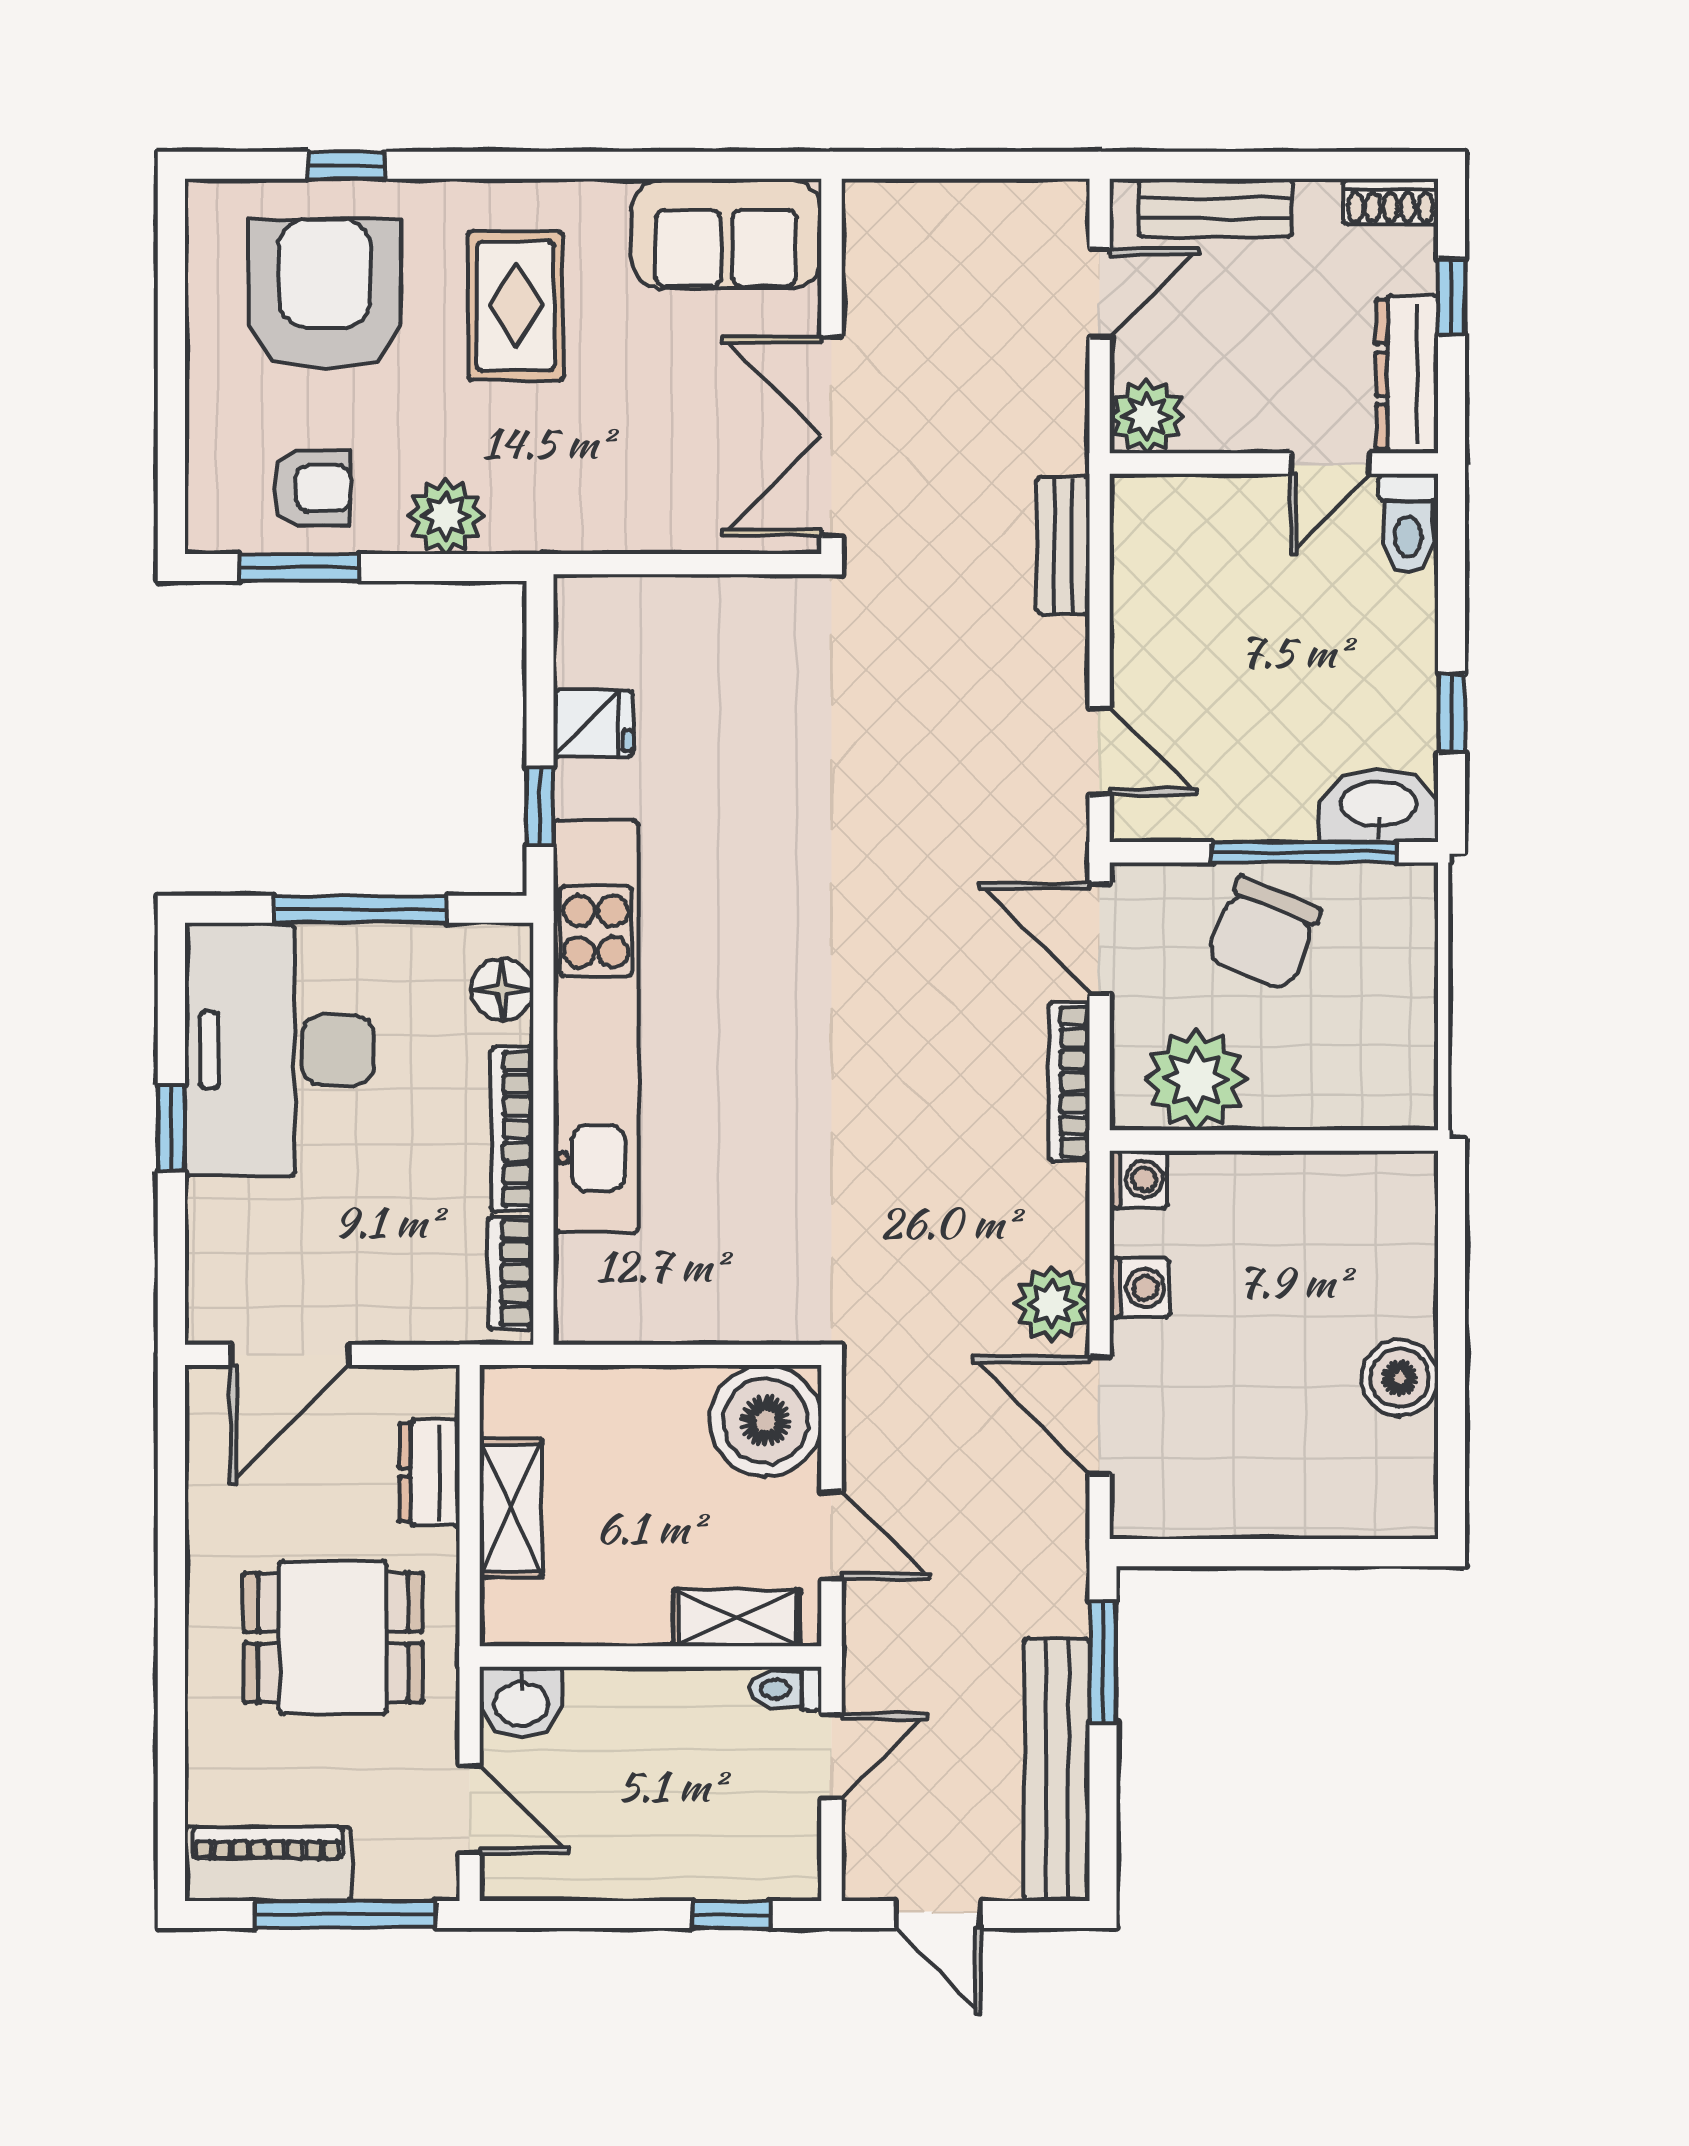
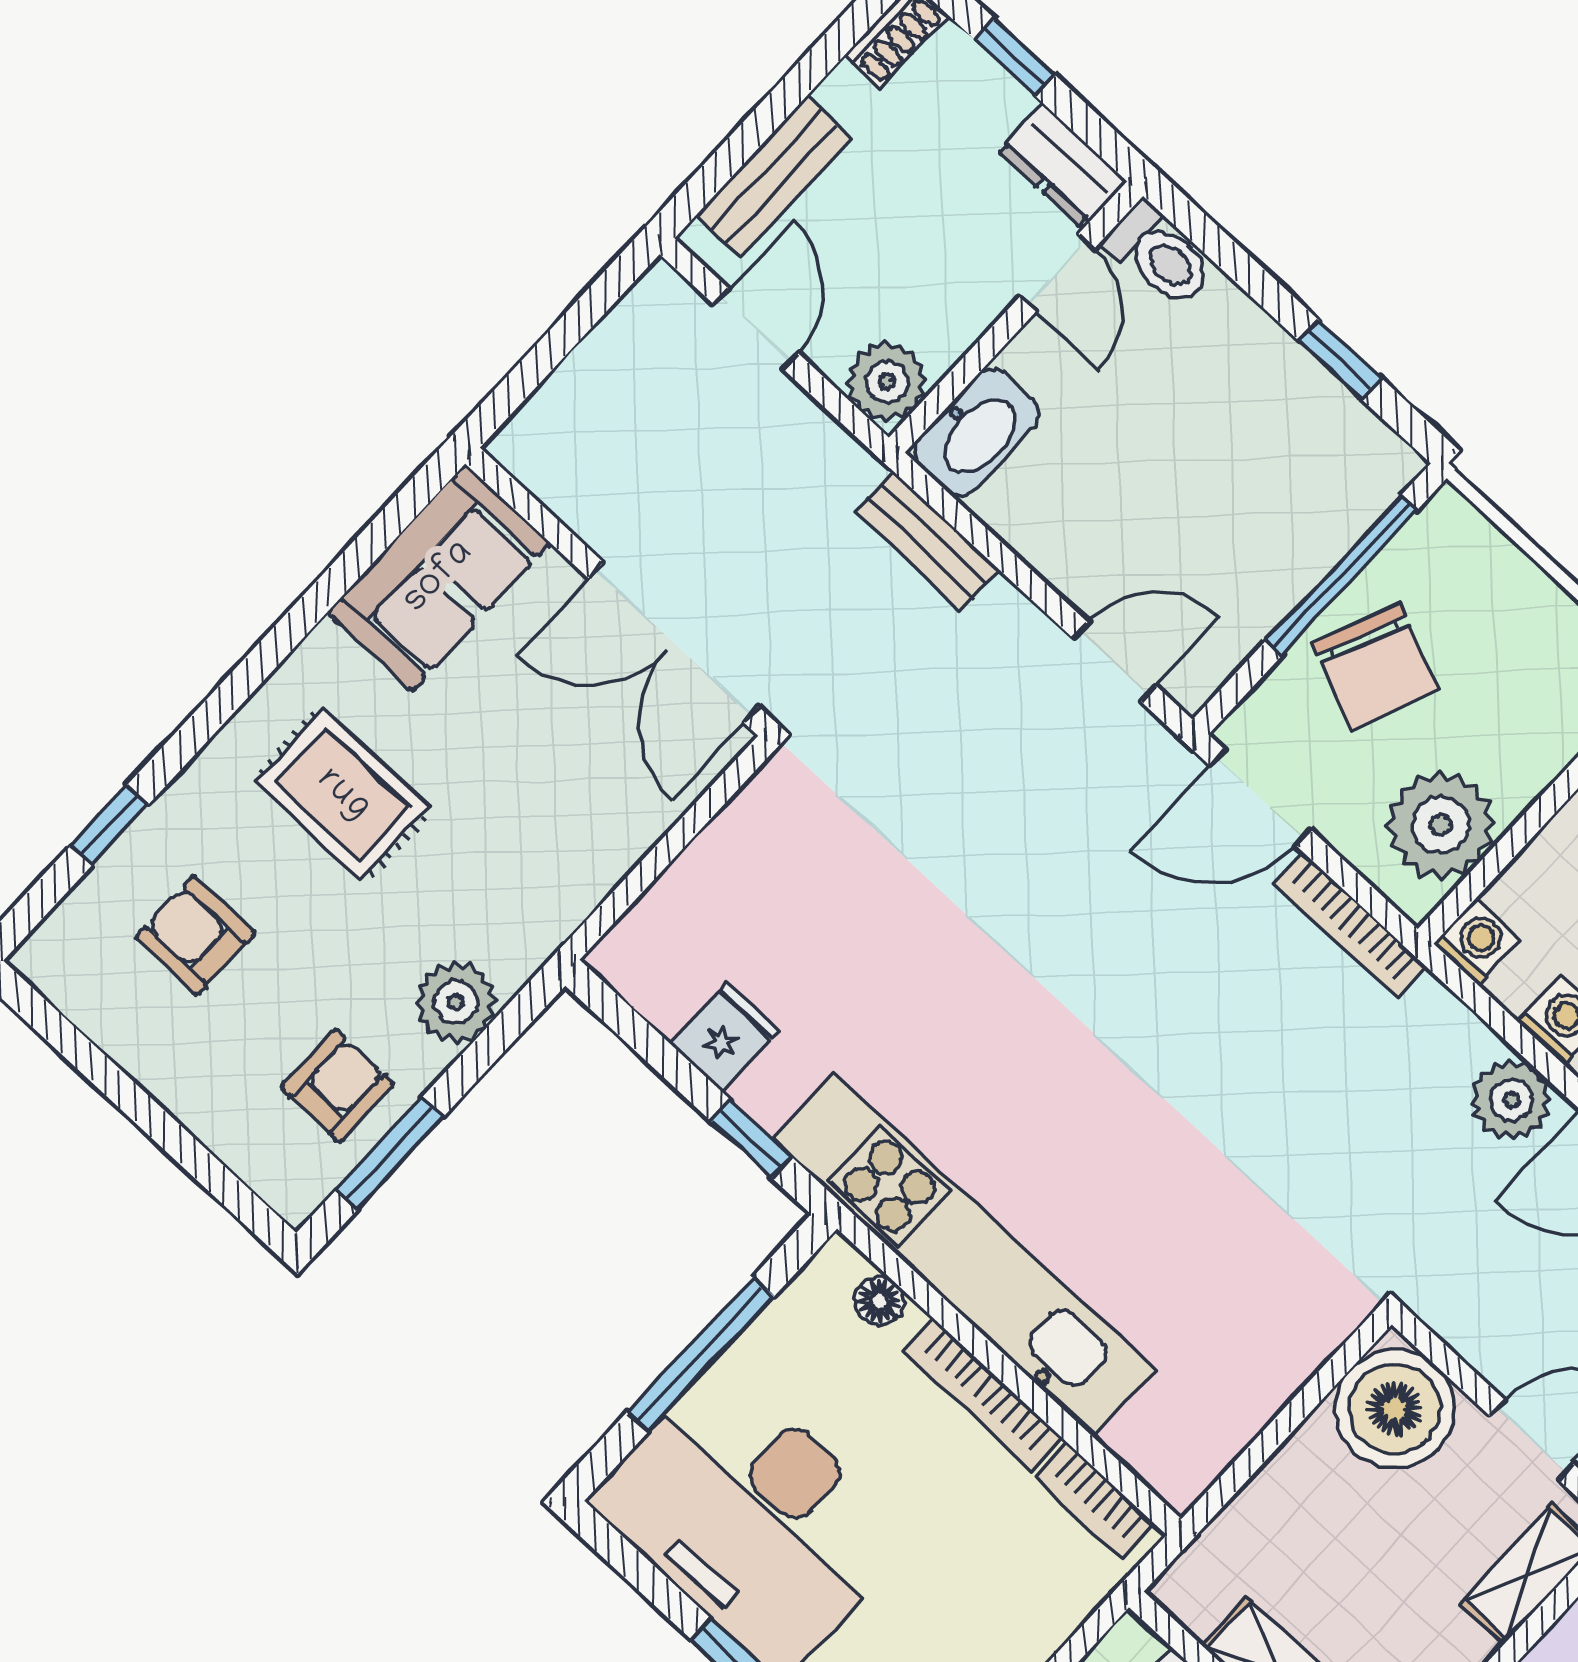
armchair: (325, 295) -> (195, 935), width x0.53, depth x0.53
dresser: (1407, 374) -> (1062, 166), width x0.70
washbasin: (1379, 806) -> (976, 432), moved, turned 180
floor lamp: (502, 989) -> (879, 1301), width x0.73, depth x0.73

